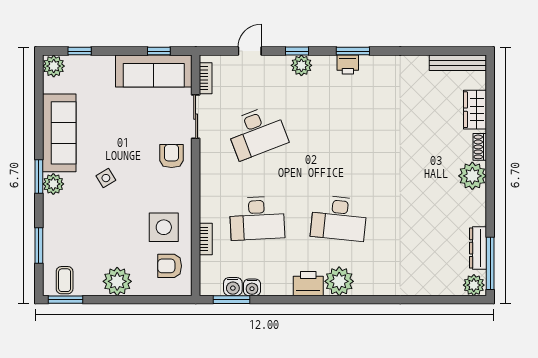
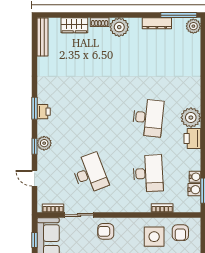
dresser: (478, 248) -> (157, 23), moved

